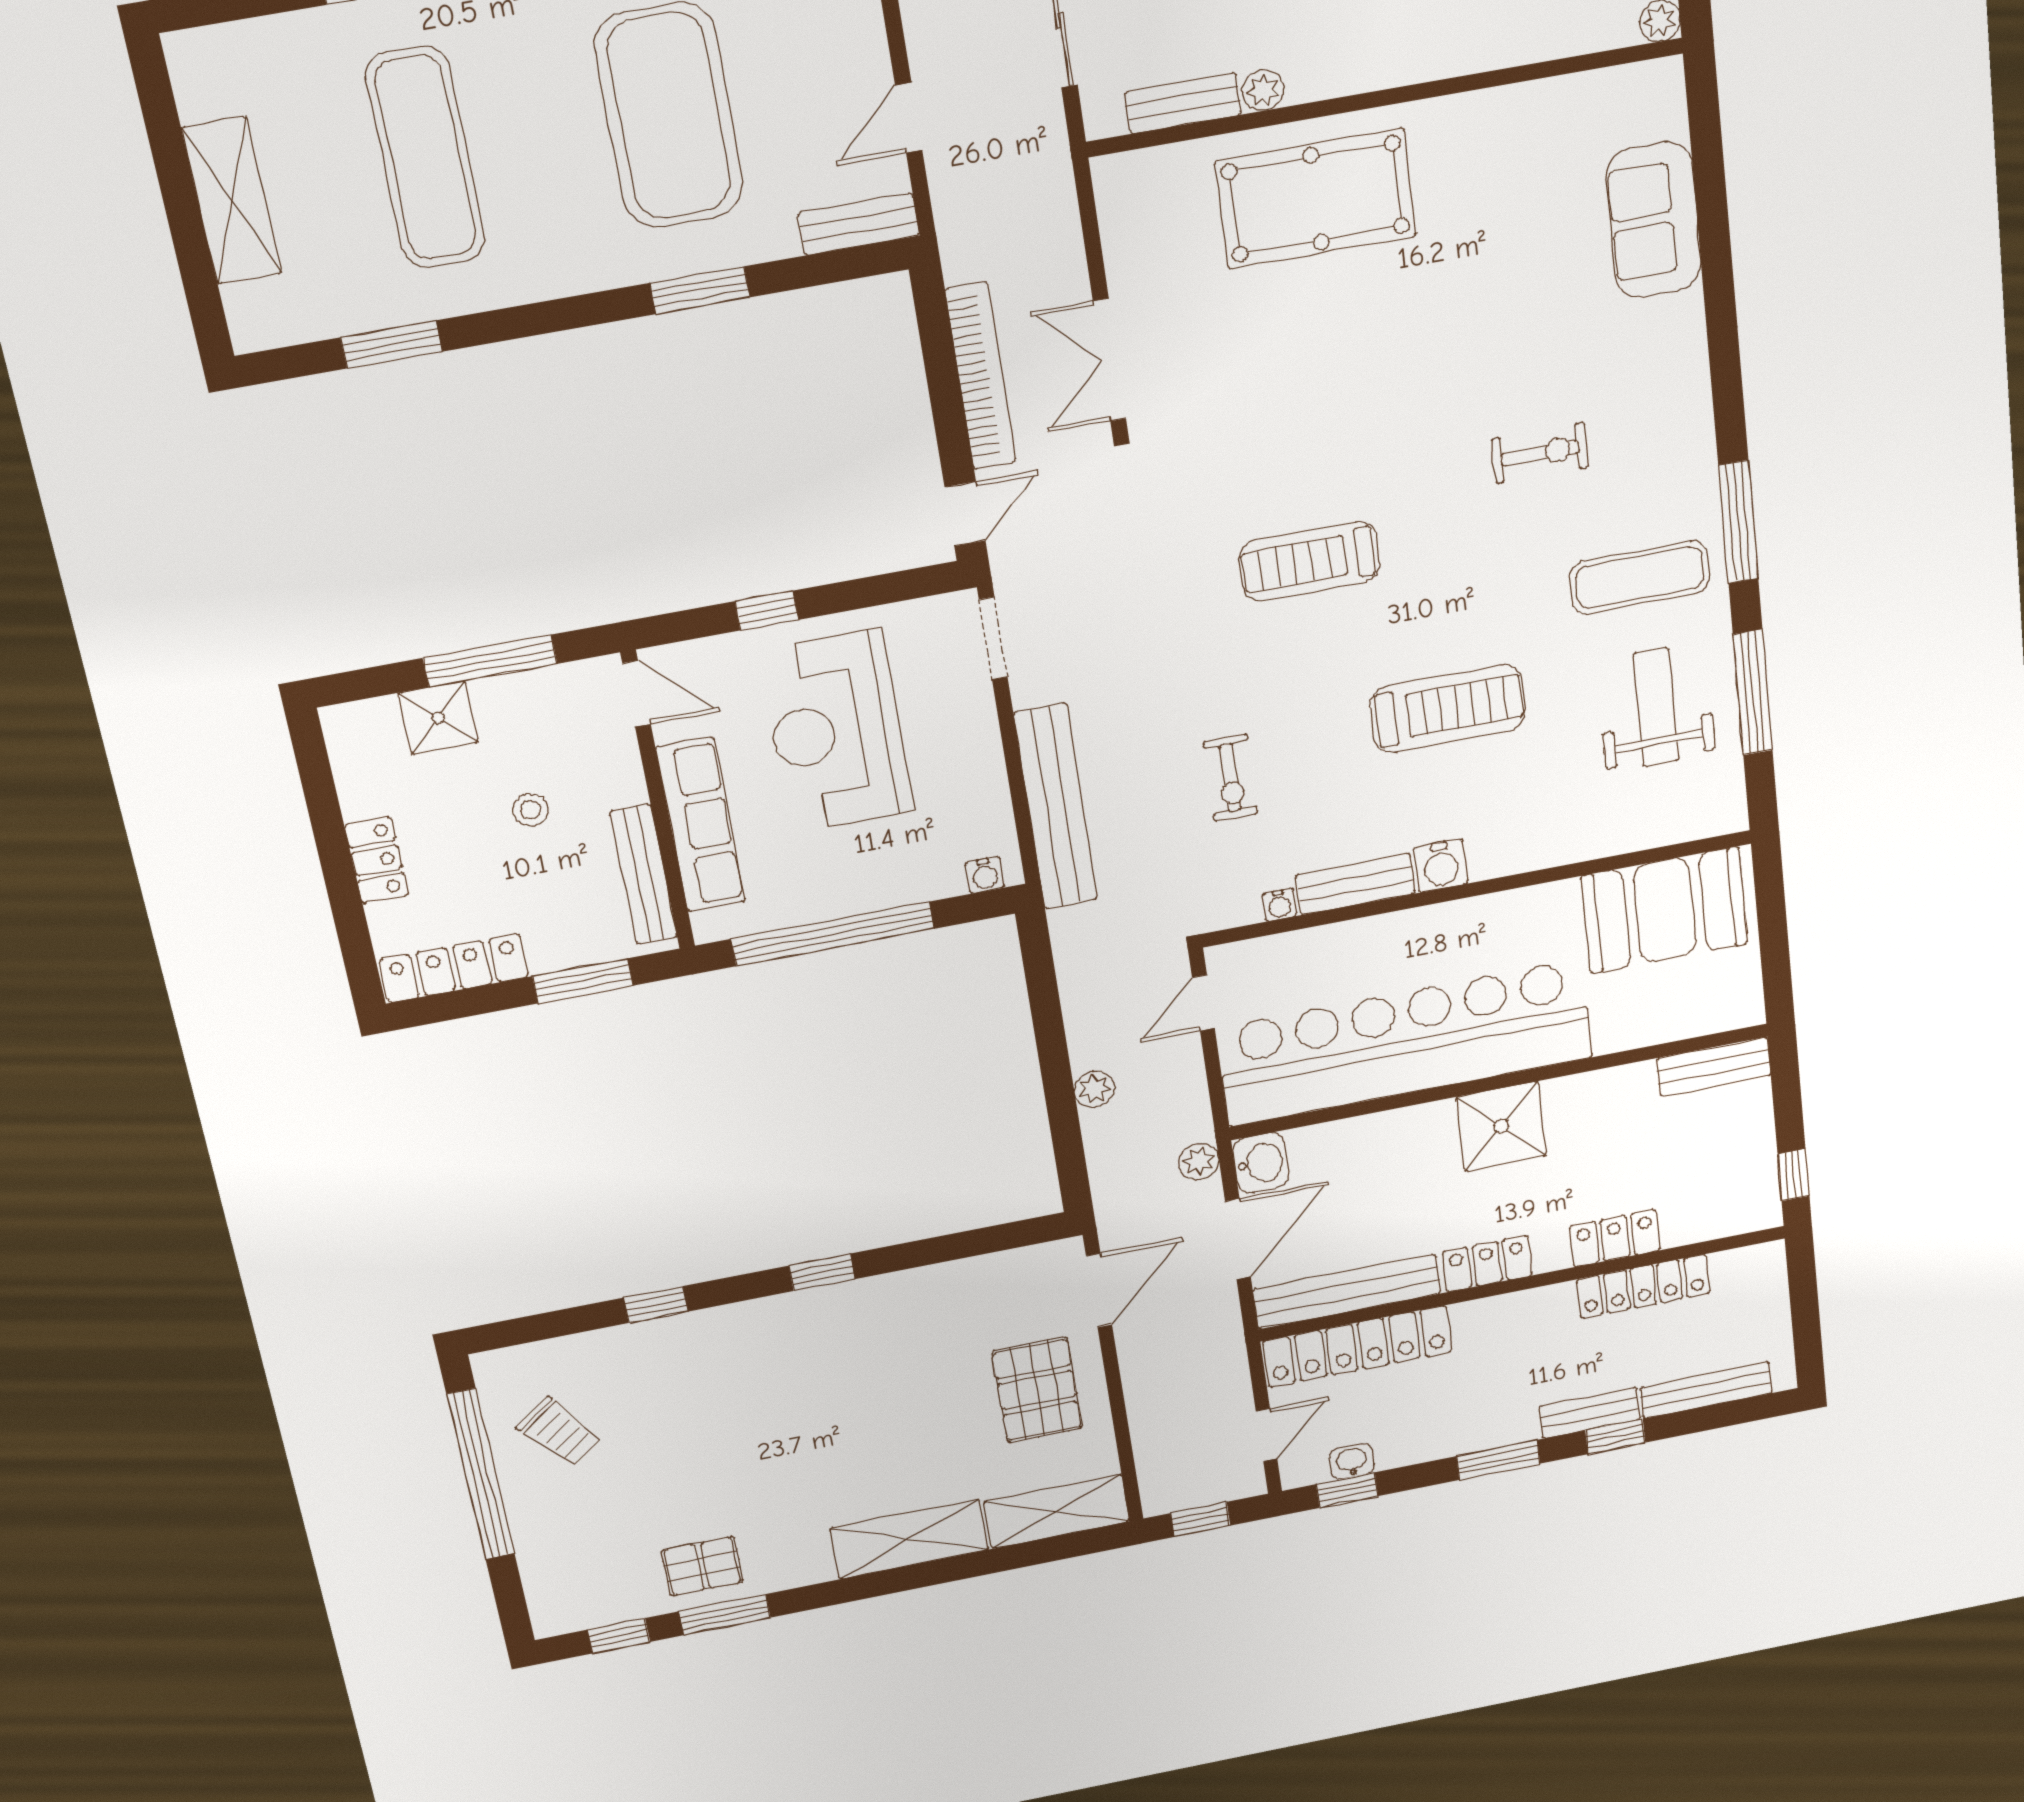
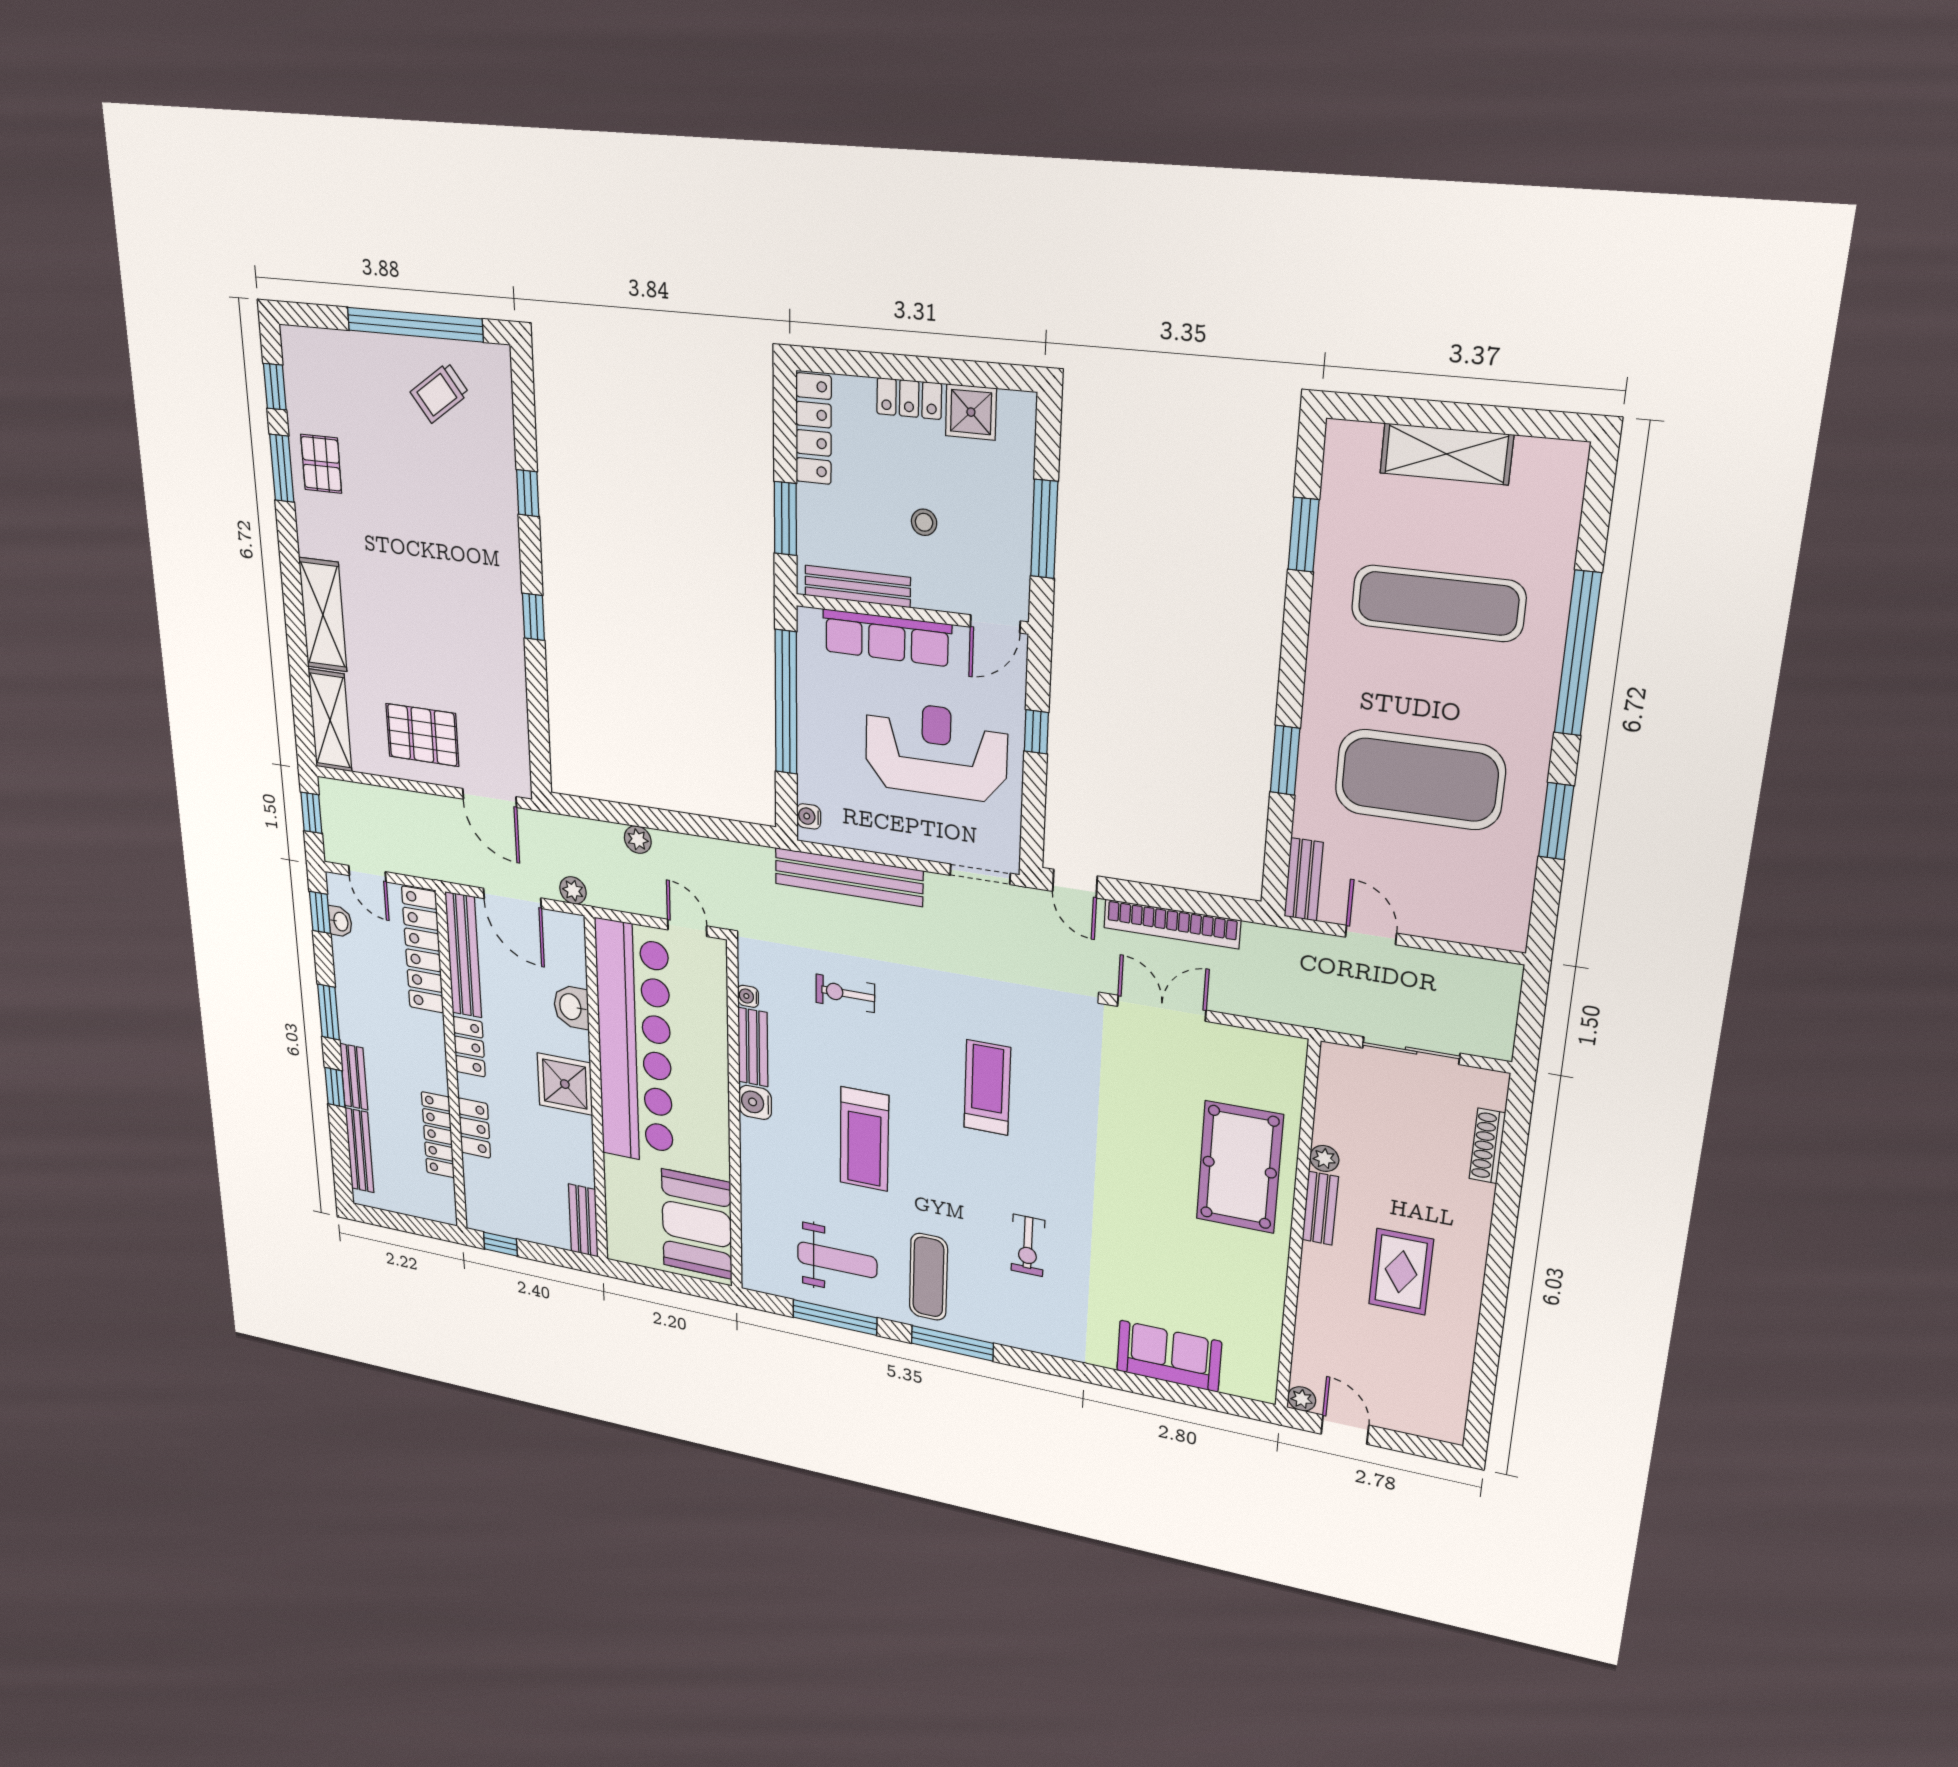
bench: (1183, 103) -> (1320, 1208), moved
shower: (438, 718) -> (971, 412), moved
washbasin: (1261, 1163) -> (571, 1007), moved, turned 90

